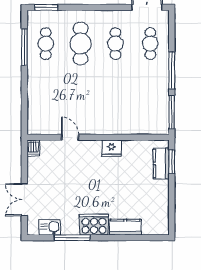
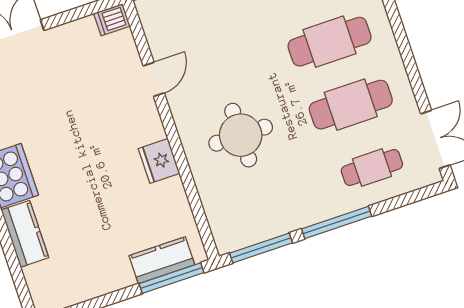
cafe table: (115, 44) -> (351, 105), width x1.37, depth x1.35
round table: (112, 103) -> (241, 135), added
window: (172, 162) -> (171, 278), width x1.44

